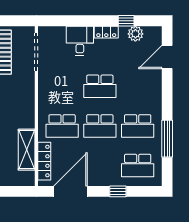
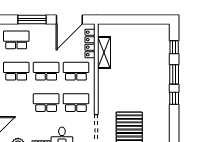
school desk: (62, 86) -> (76, 103), added
window: (118, 191) -> (32, 19), width x2.17

